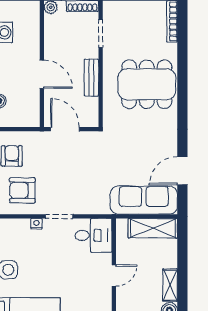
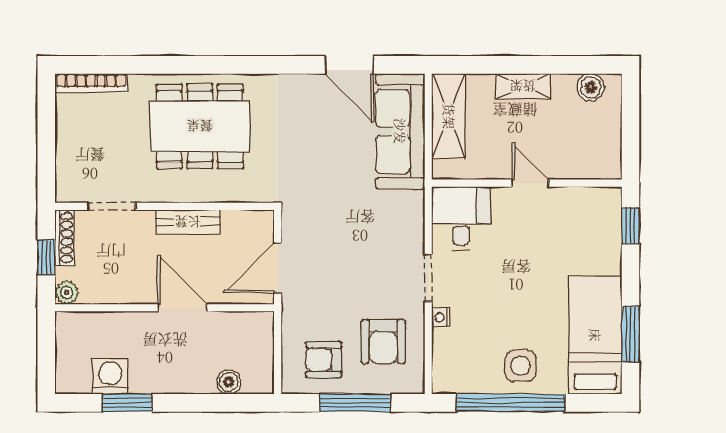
door: (42, 74) -> (182, 308), hinge flipped
dining table: (147, 84) -> (200, 126), turned 90
shelving: (170, 285) -> (523, 86), moved

